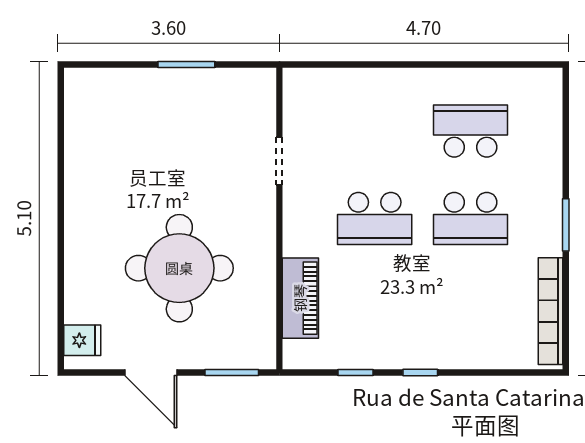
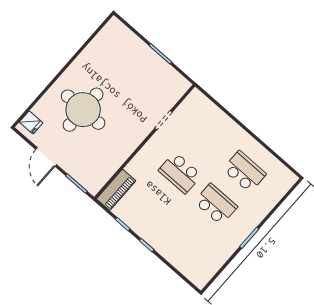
school desk: (470, 218) -> (216, 204), turned 180
round table: (179, 268) -> (83, 110), moved
piano: (300, 298) -> (116, 190), moved
bookcase: (551, 311) -> (215, 265), removed

